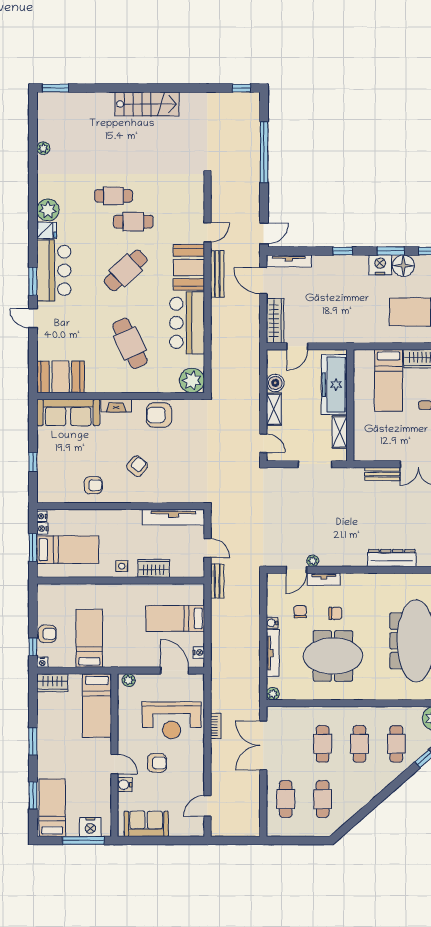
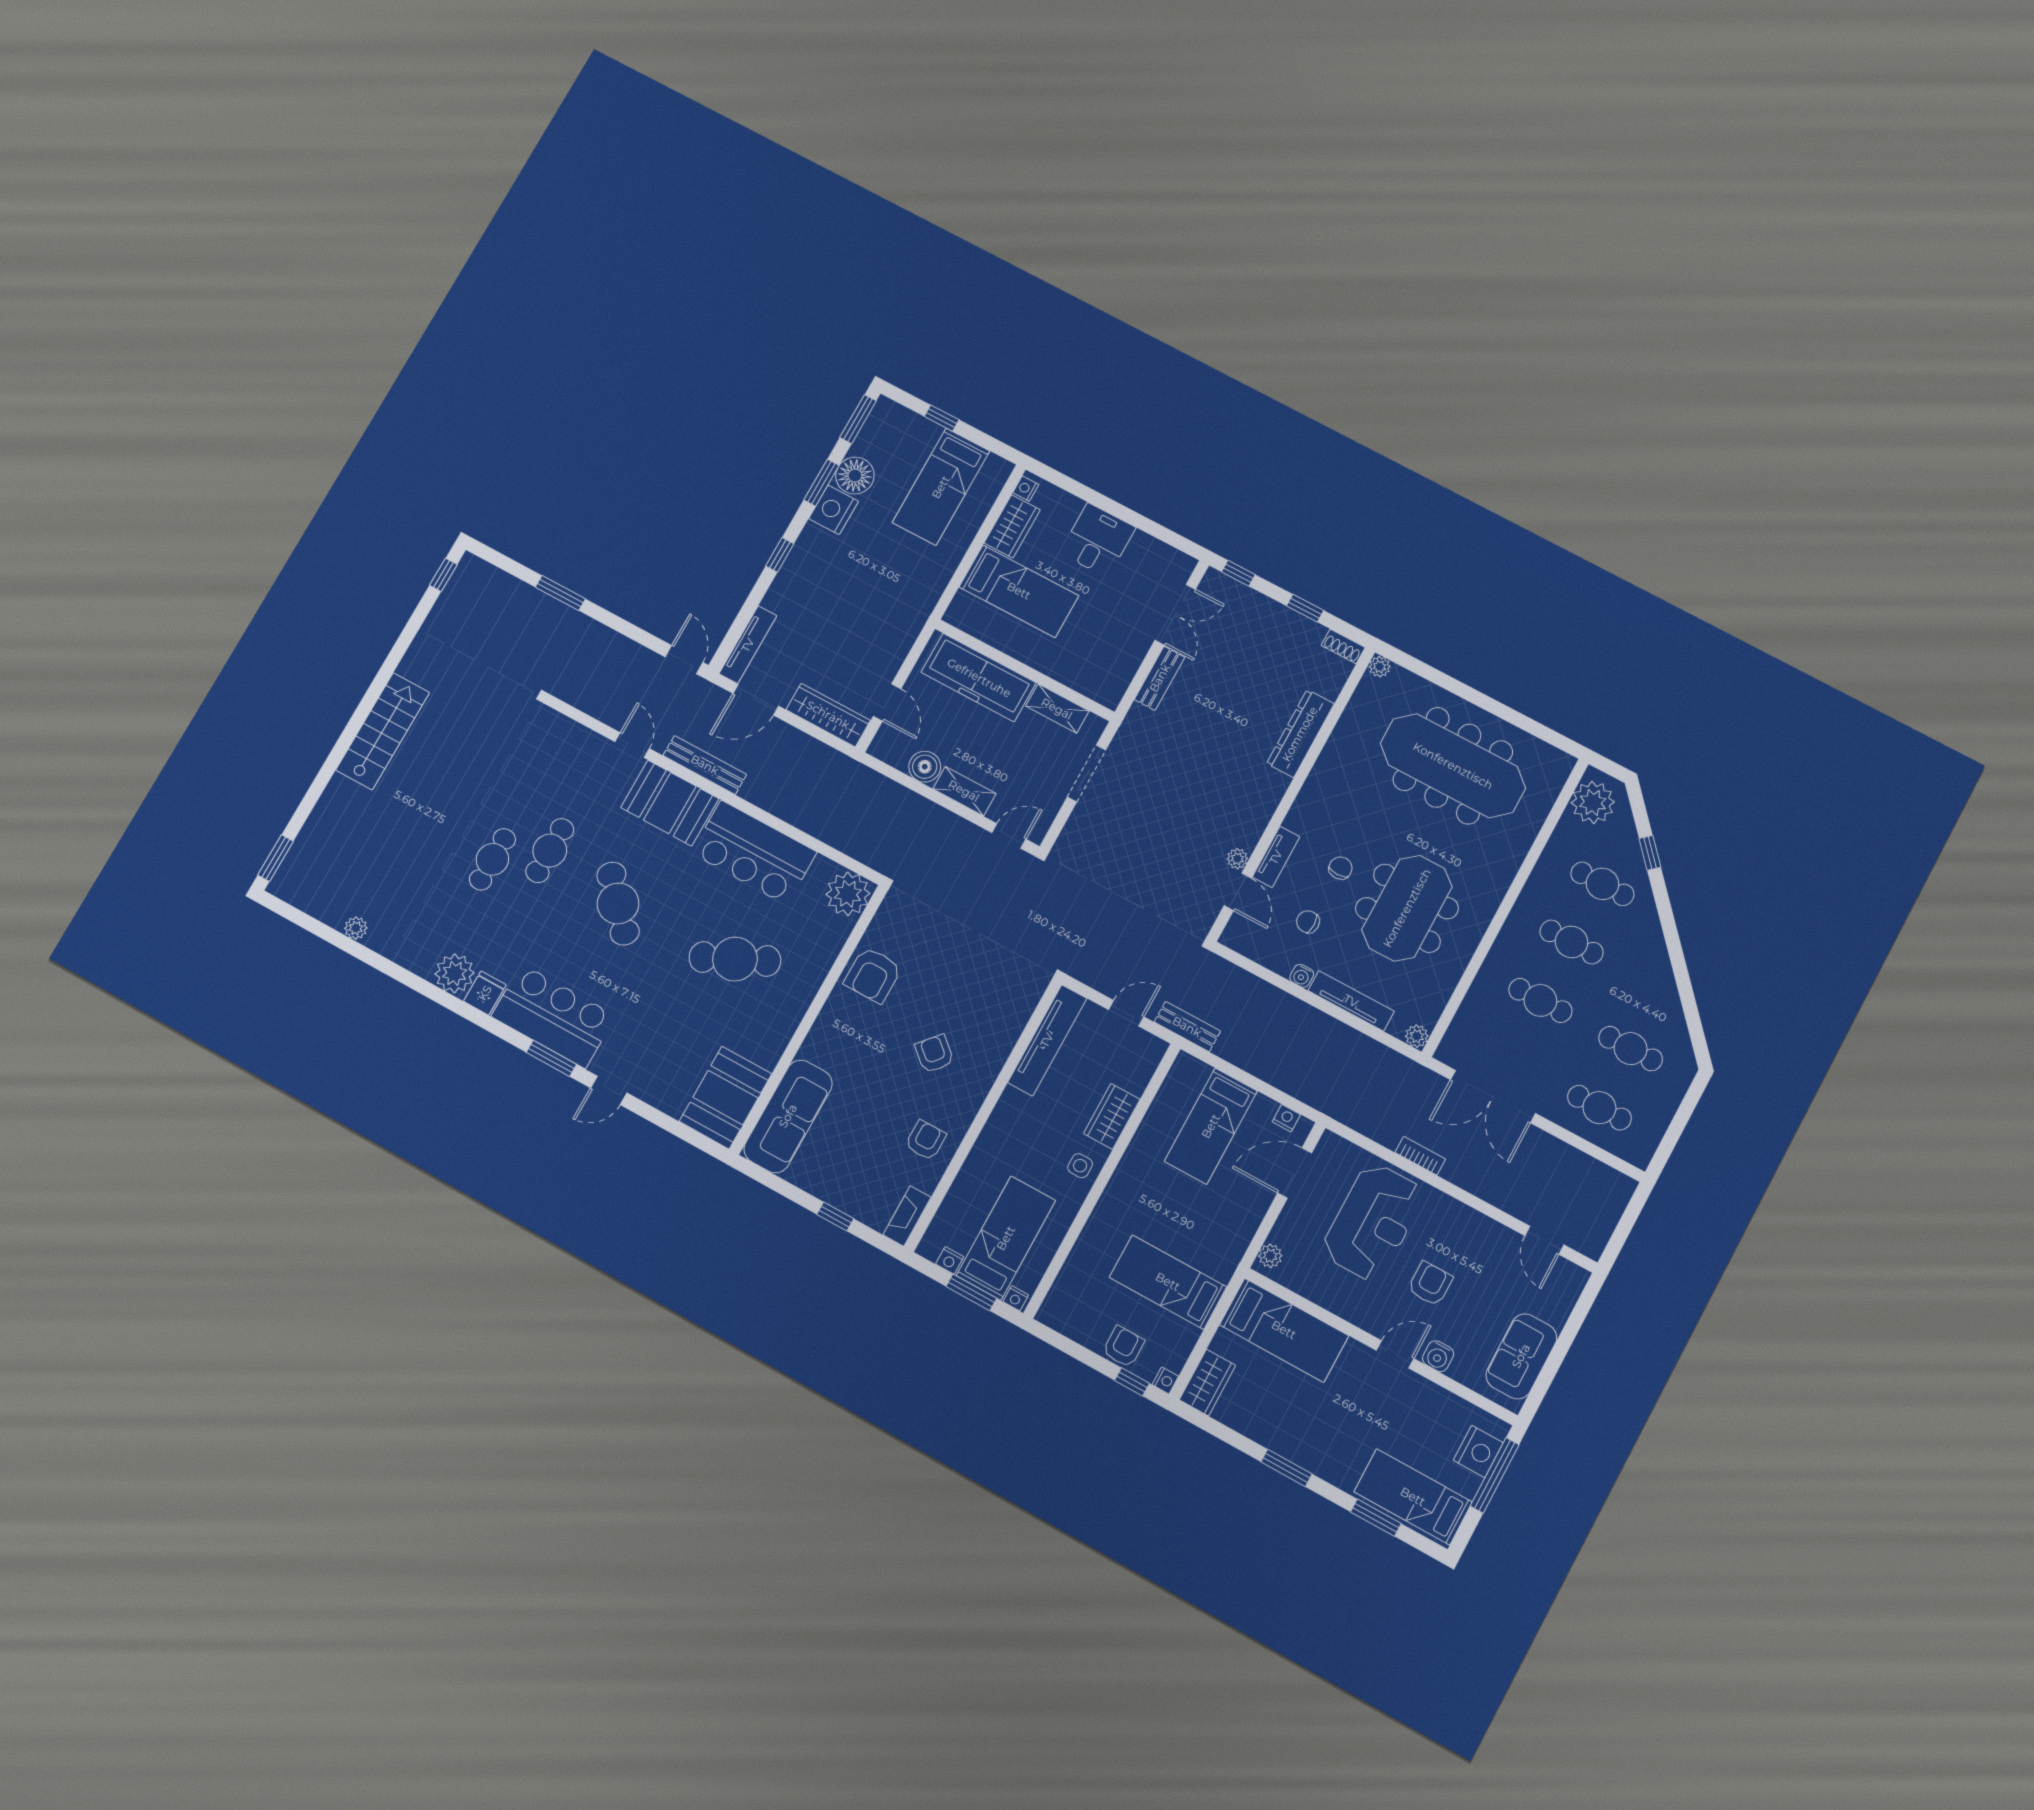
window: (264, 152) -> (560, 593), width x0.47
fireplace: (116, 406) -> (907, 1216), moved, turned 180
nightstand: (42, 516) -> (1016, 1298), moved

